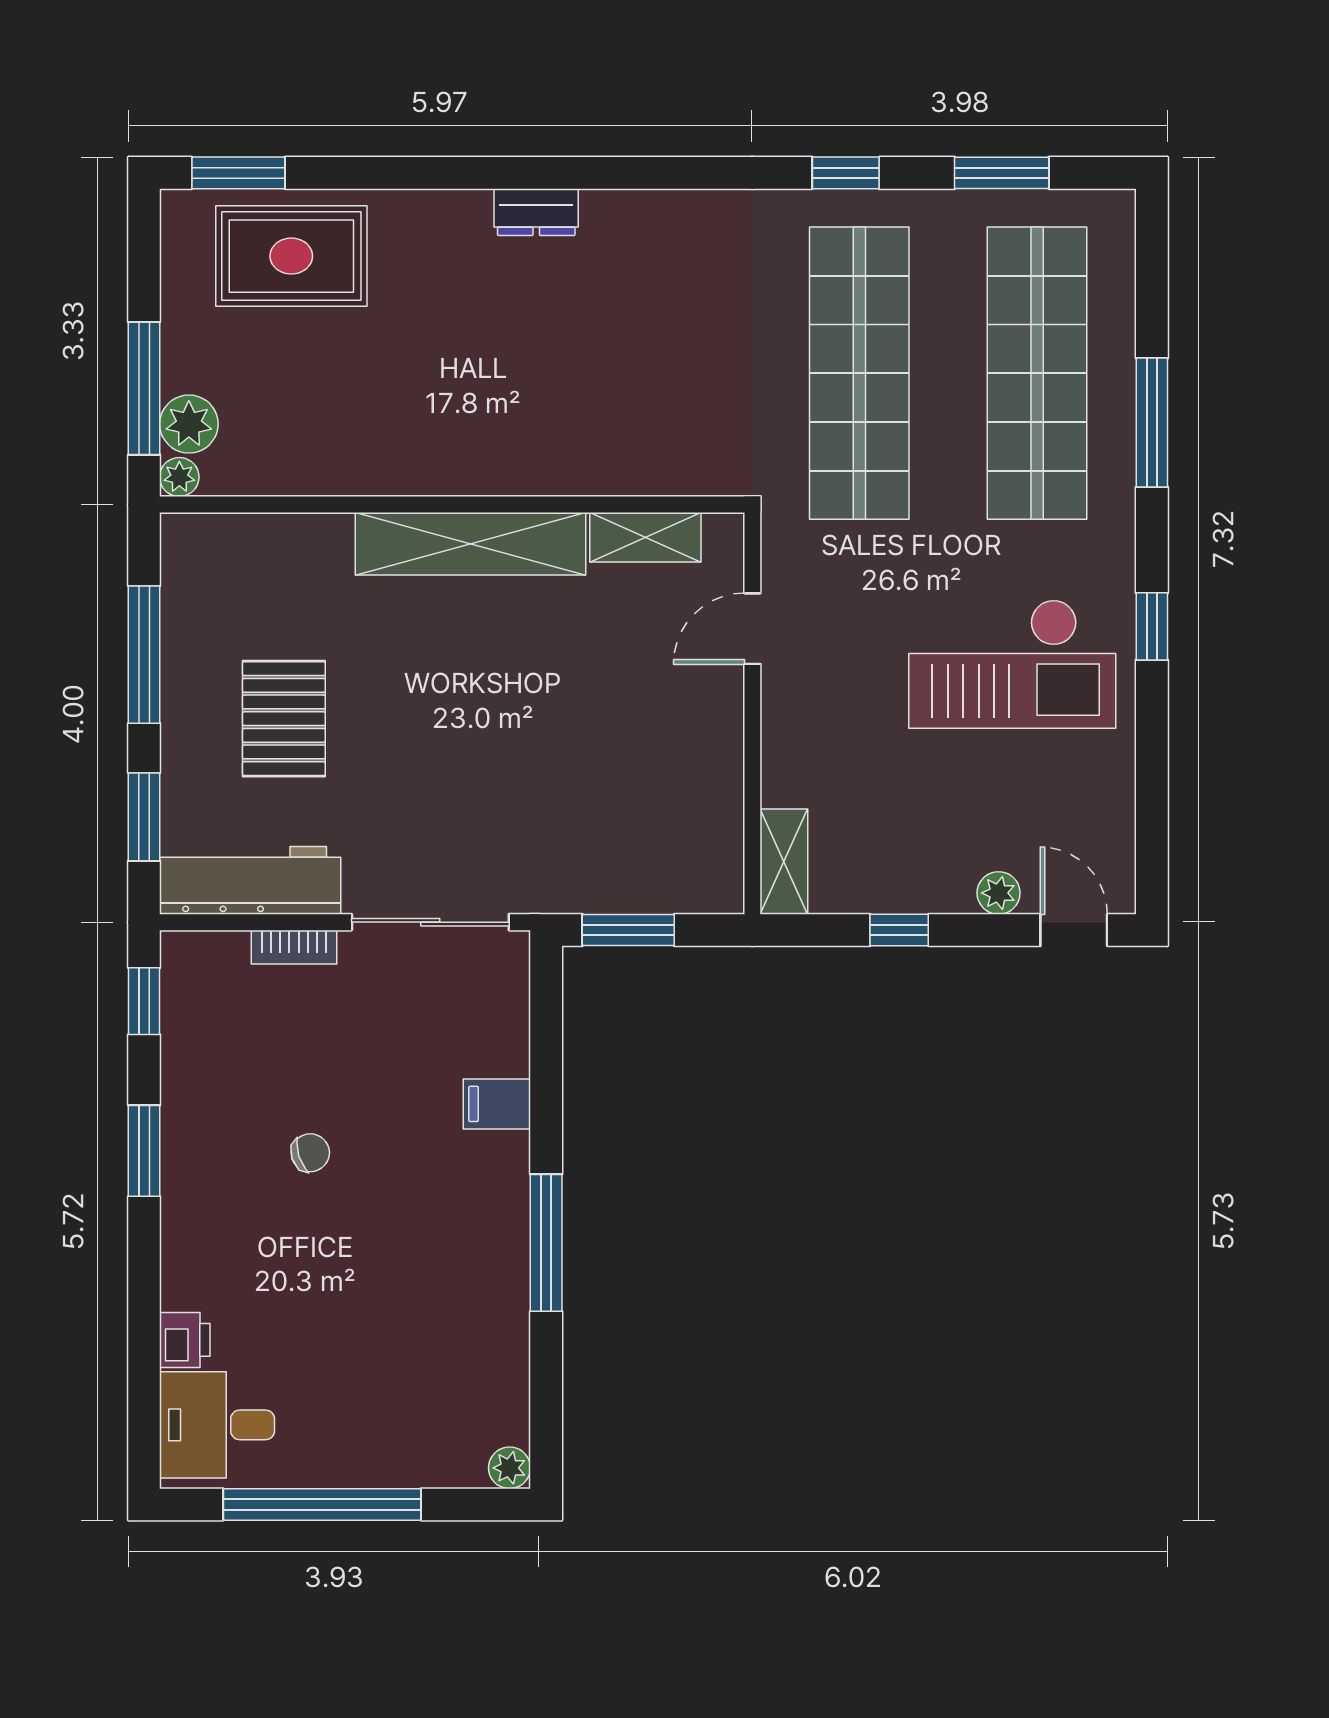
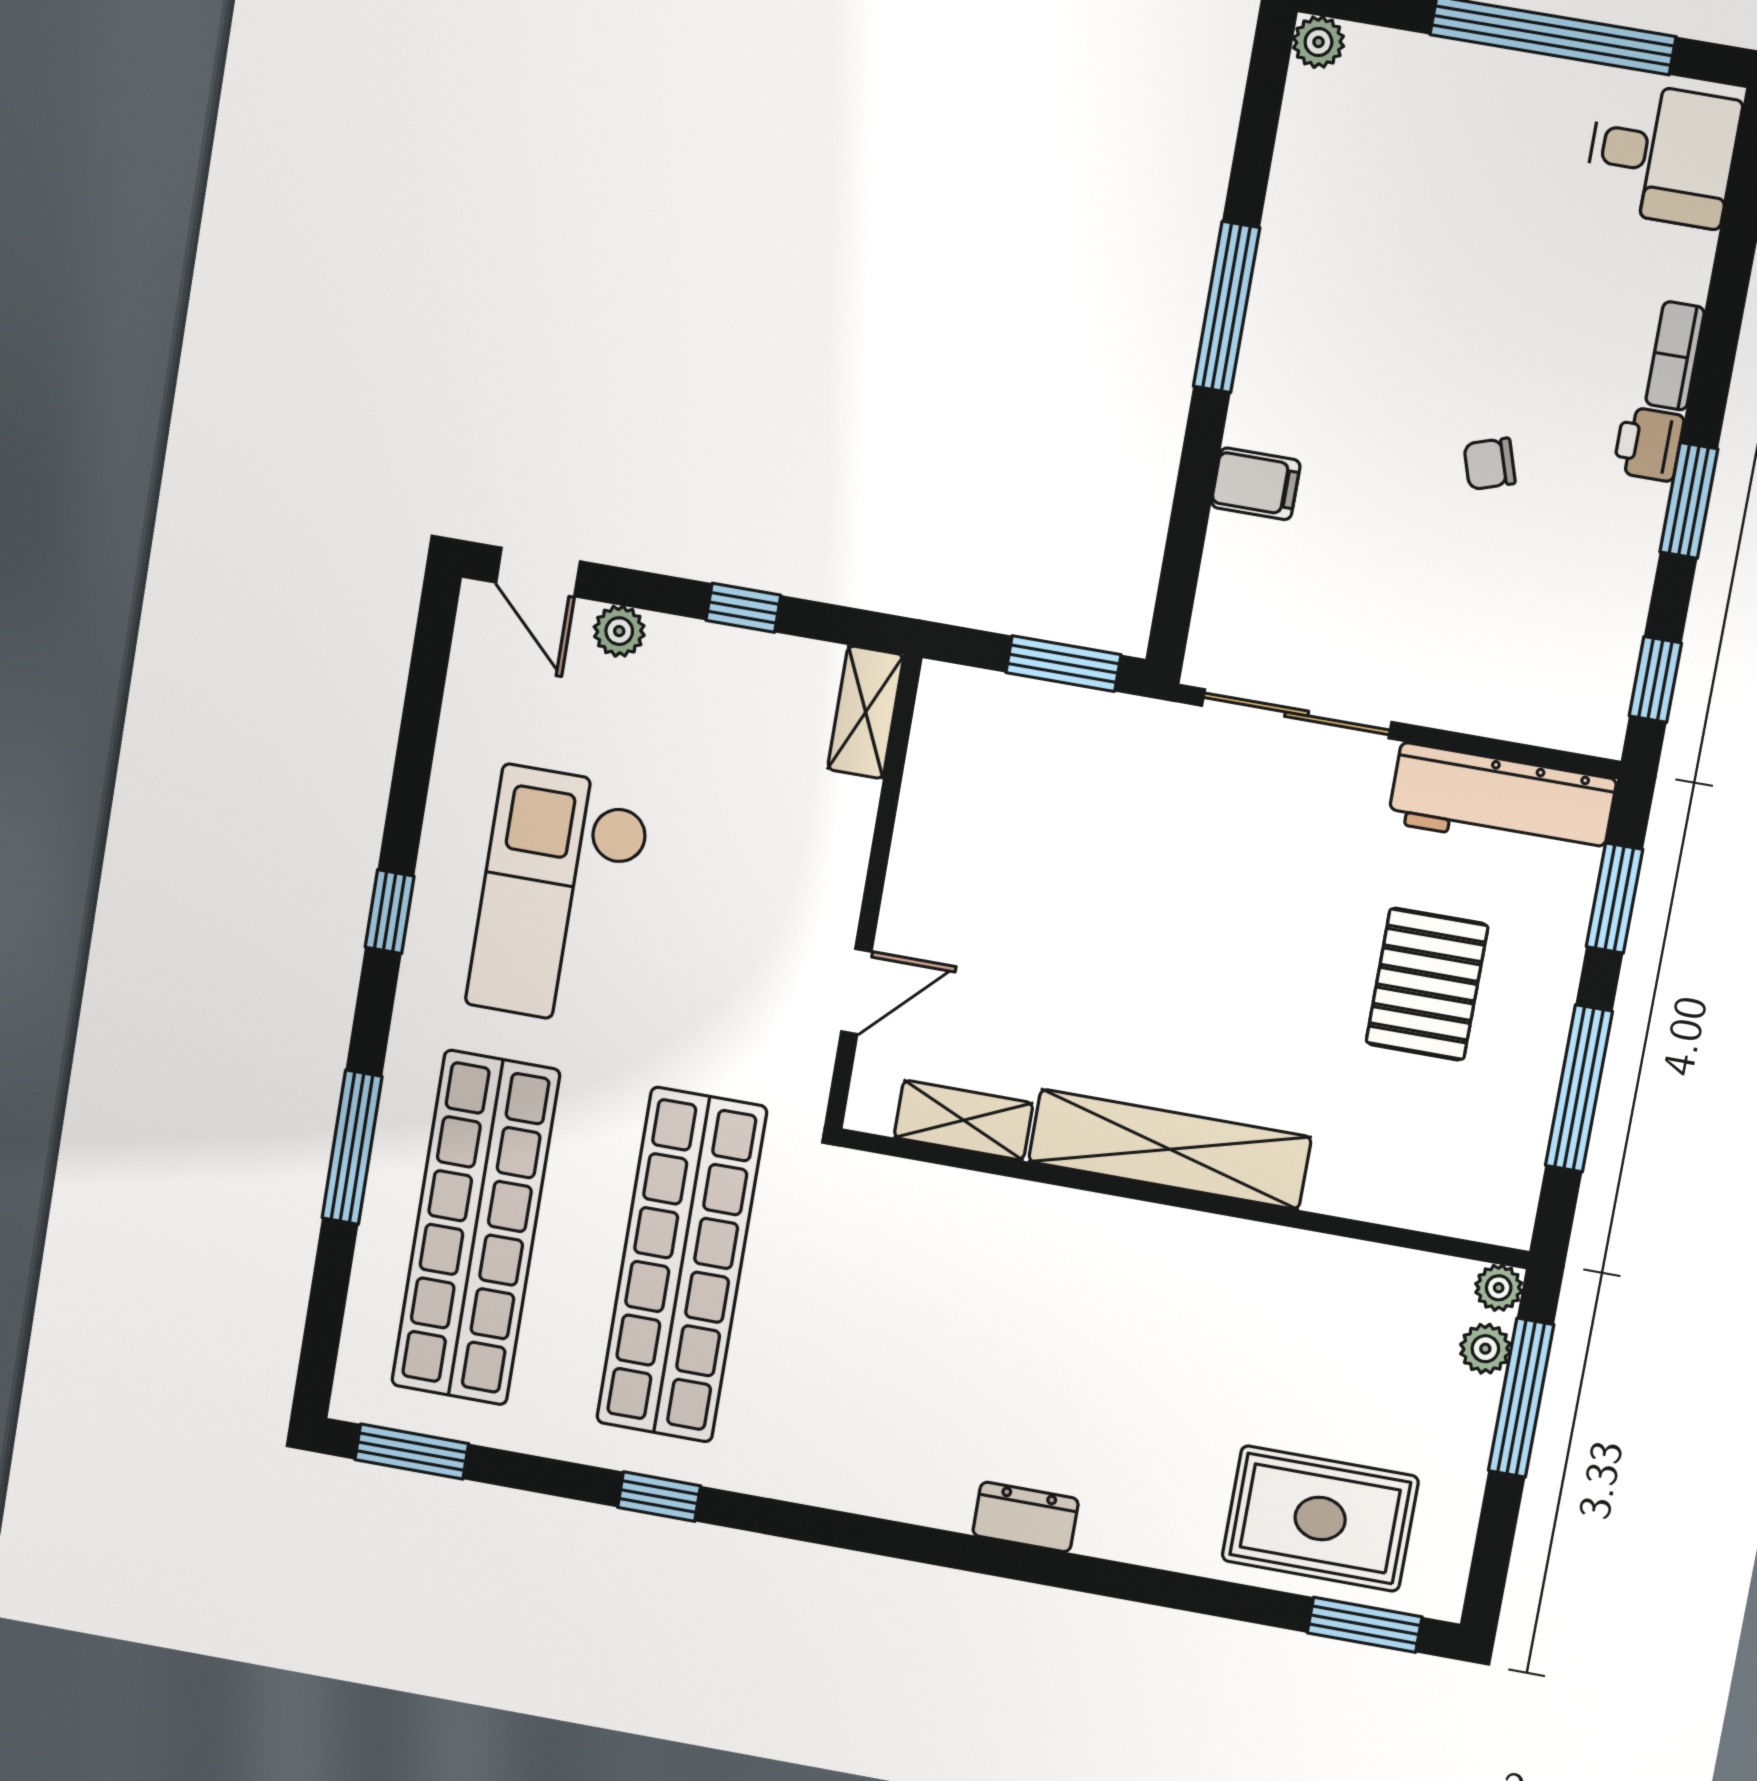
window: (1002, 173) -> (412, 1452), moved
plant: (189, 424) -> (1485, 1349), width x0.73, depth x0.73
checkout: (1012, 664) -> (559, 897), turned -90
bookcase: (294, 947) -> (1675, 356), moved, turned -90
printer: (185, 1340) -> (1649, 444), moved

